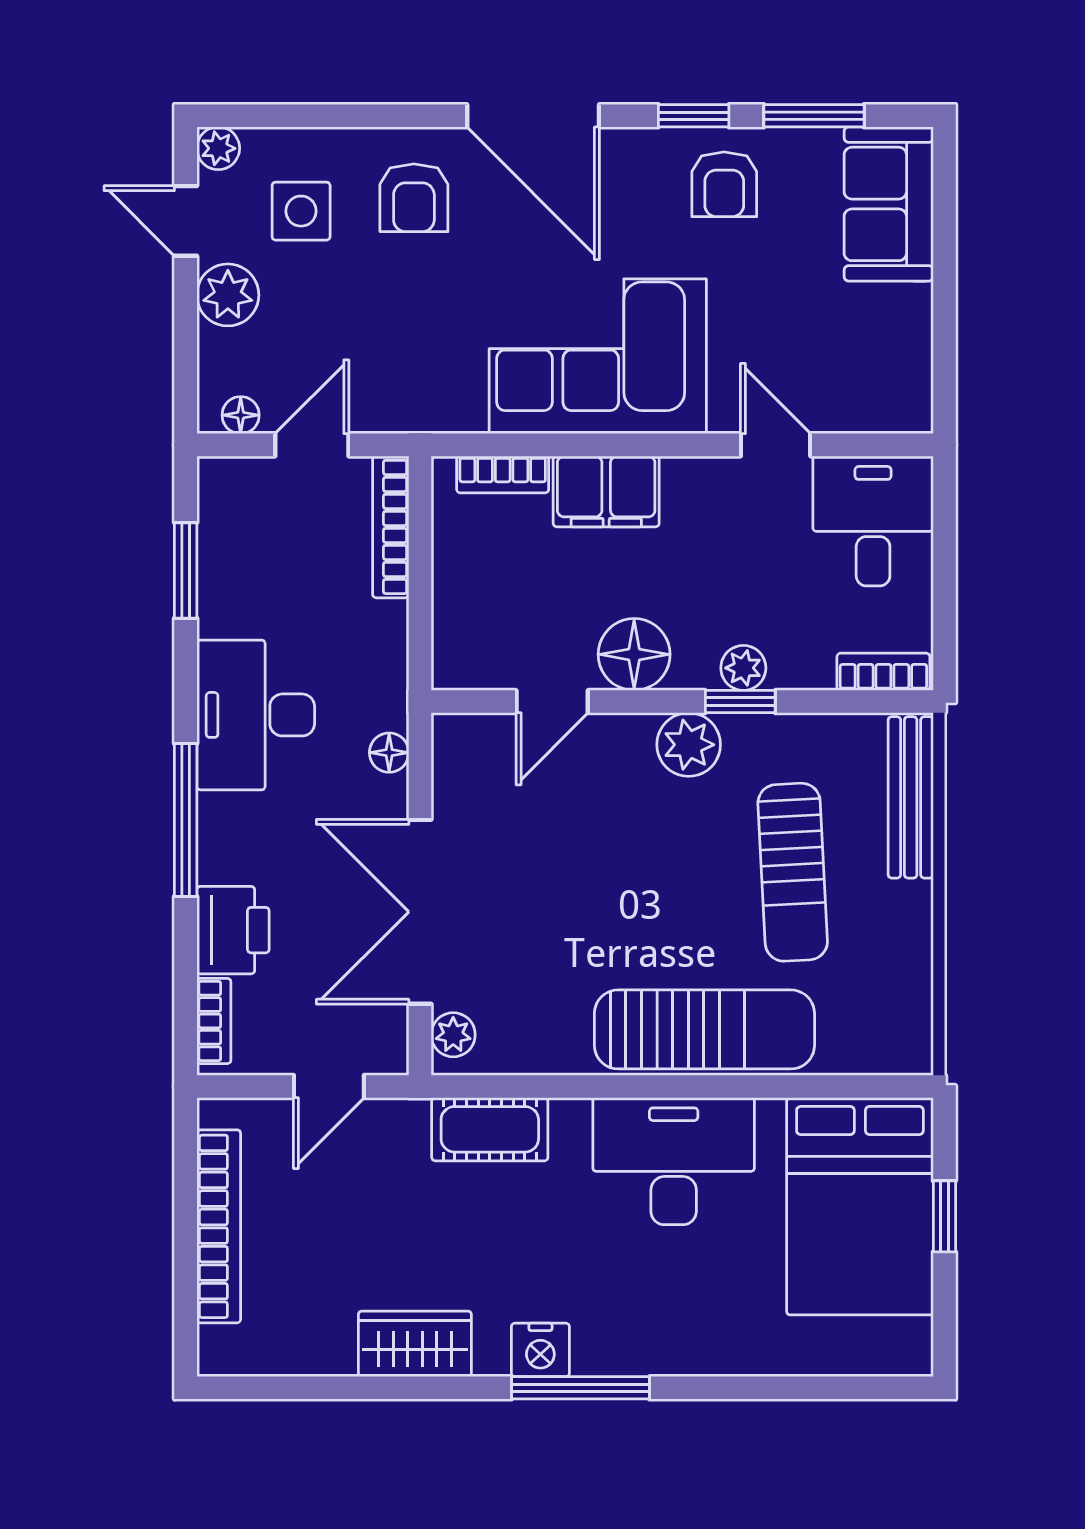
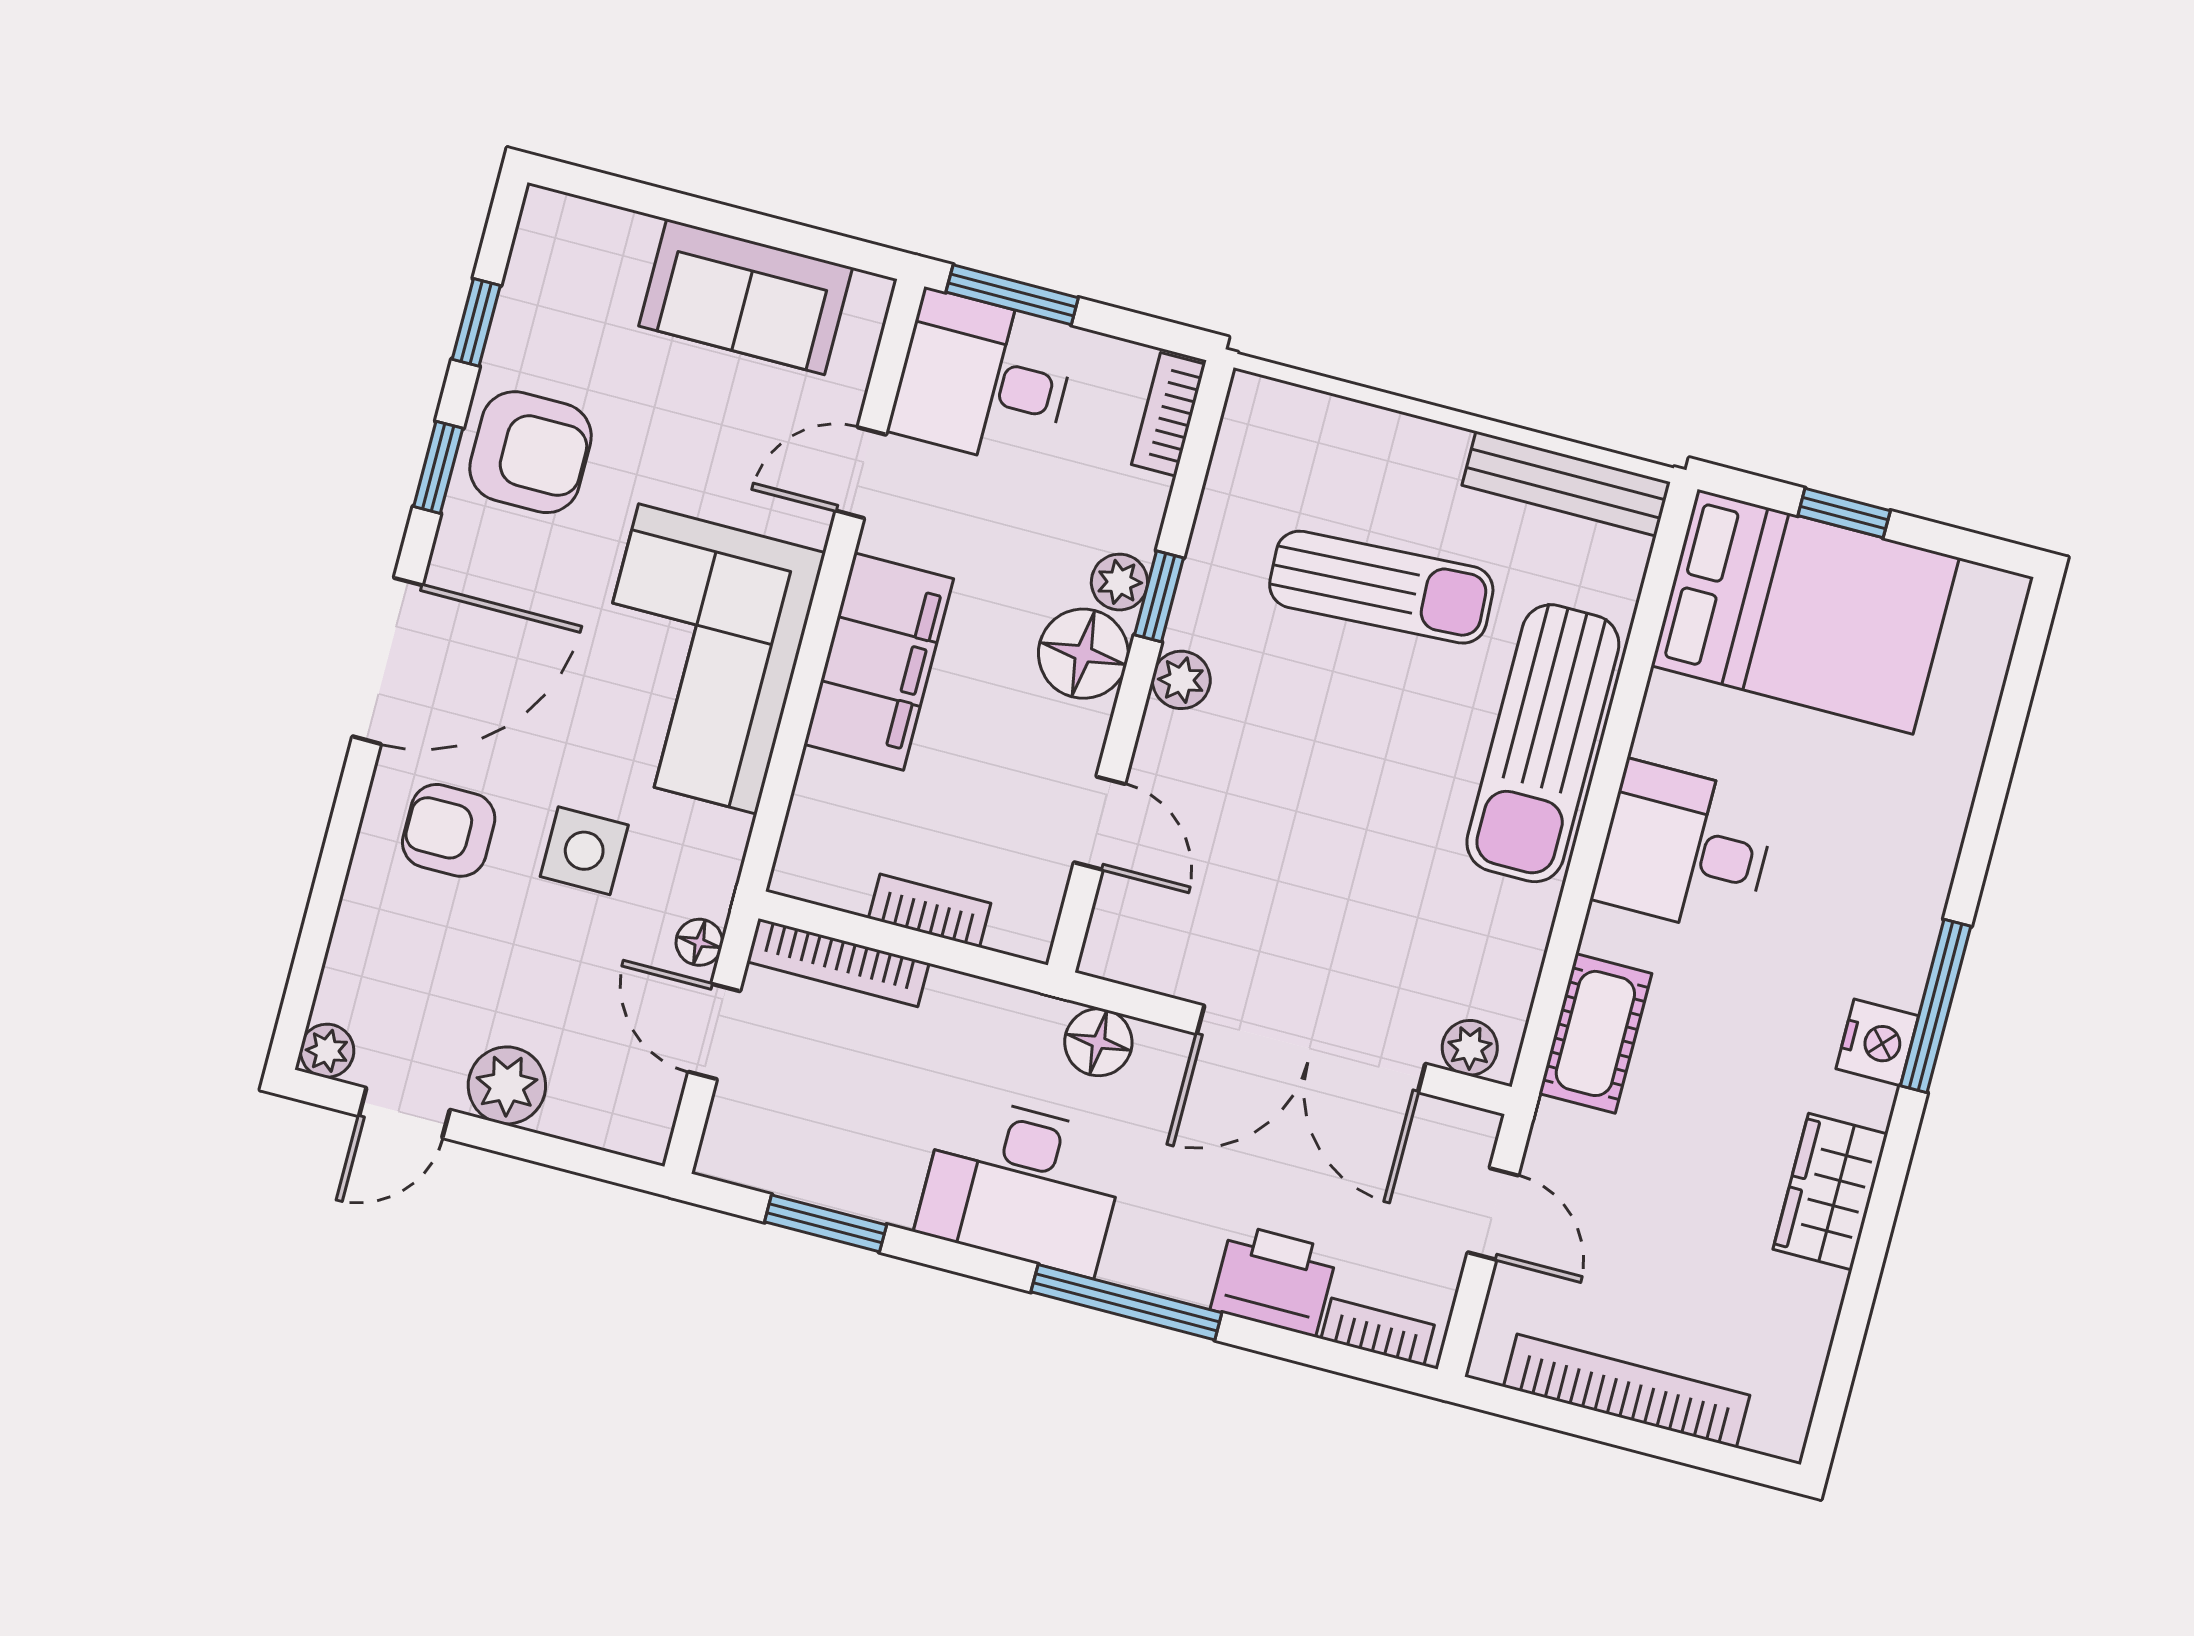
window: (814, 116) -> (476, 322), width x0.67
armchair: (724, 184) -> (530, 452), width x1.38, depth x1.38
armchair: (414, 198) -> (449, 830), turned 180
sofa: (889, 204) -> (746, 297), moved
side table: (301, 211) -> (584, 851), moved
floor lamp: (241, 415) -> (699, 942), moved
bookcase: (503, 474) -> (930, 911), moved, turned -90
filing cabinet: (606, 491) -> (879, 661), width x1.50, depth x1.17
window: (944, 526) -> (1012, 295), added
floor lamp: (634, 654) -> (1083, 654), moved
plant: (689, 745) -> (1181, 680), width x0.73, depth x0.73
floor lamp: (389, 753) -> (1098, 1042), width x1.37, depth x1.37
bench: (911, 797) -> (1566, 484), moved
sun lounger: (704, 1029) -> (1543, 743), turned 180
desk: (674, 1161) -> (1685, 848), width x0.73

